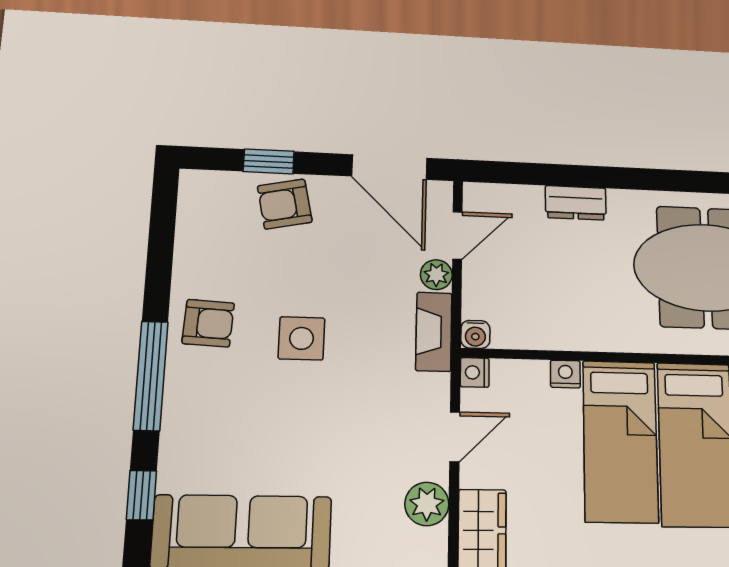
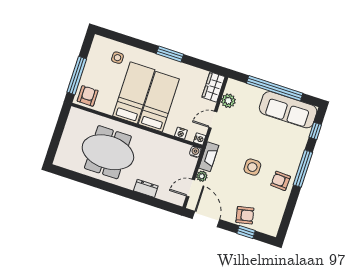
nightstand: (565, 374) -> (181, 133), moved

